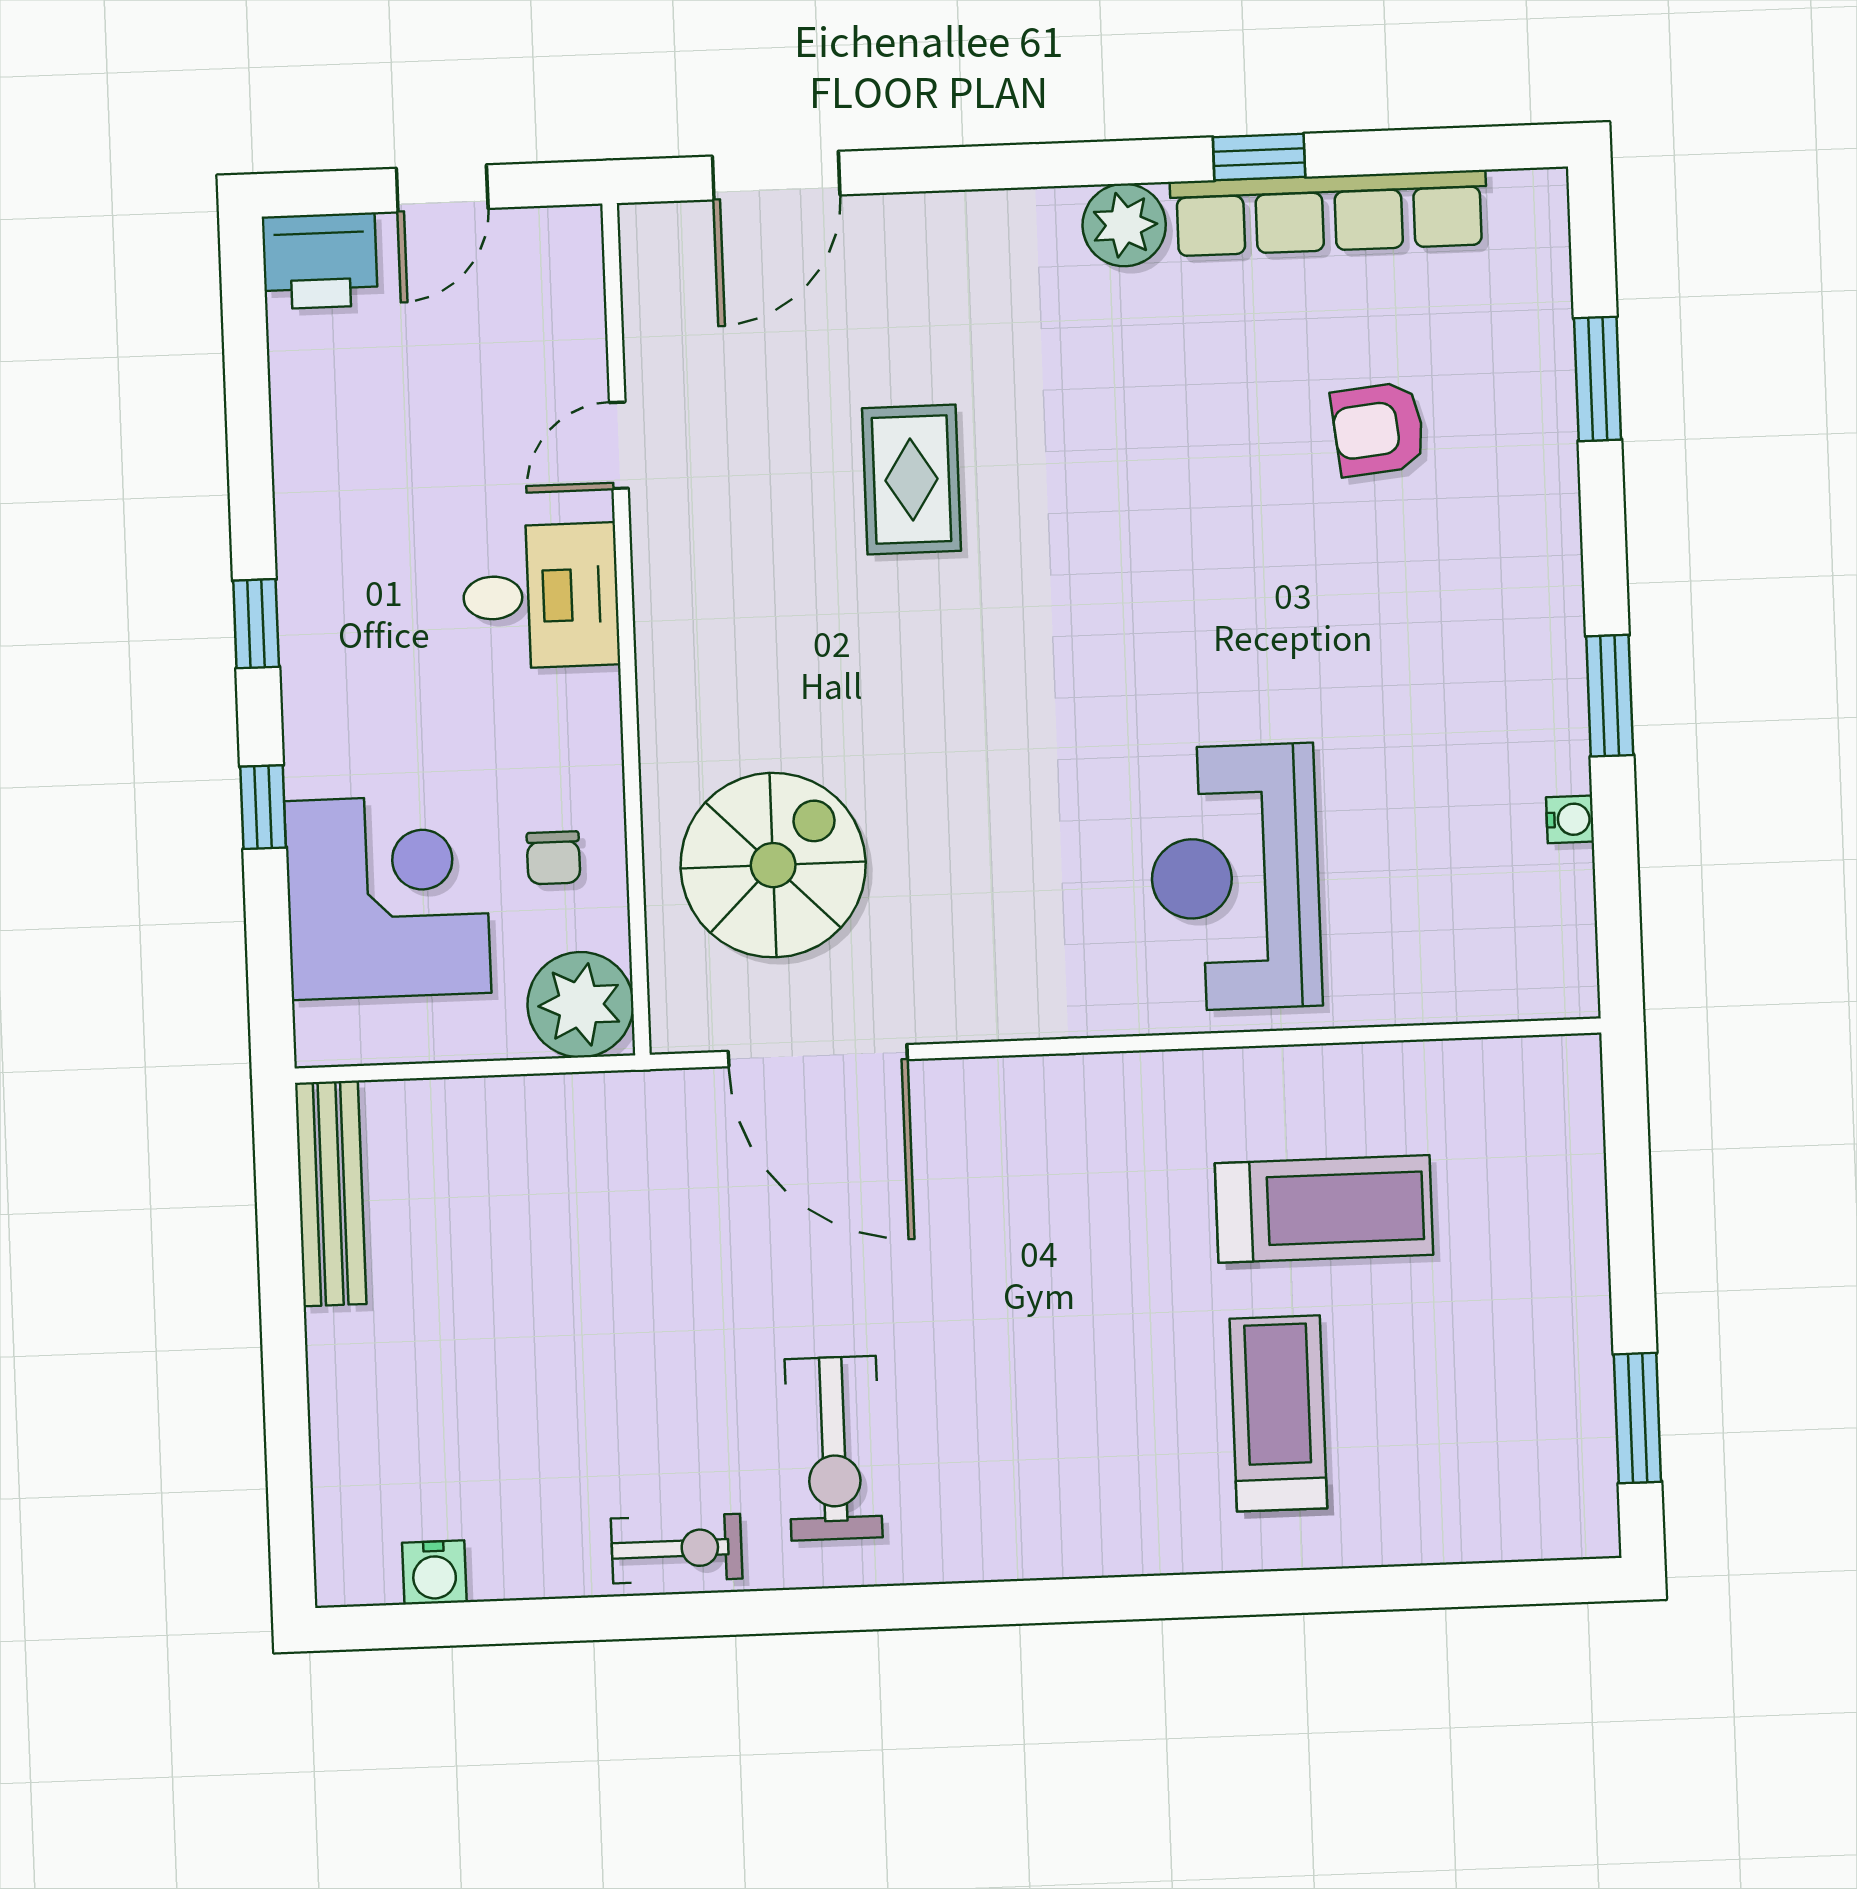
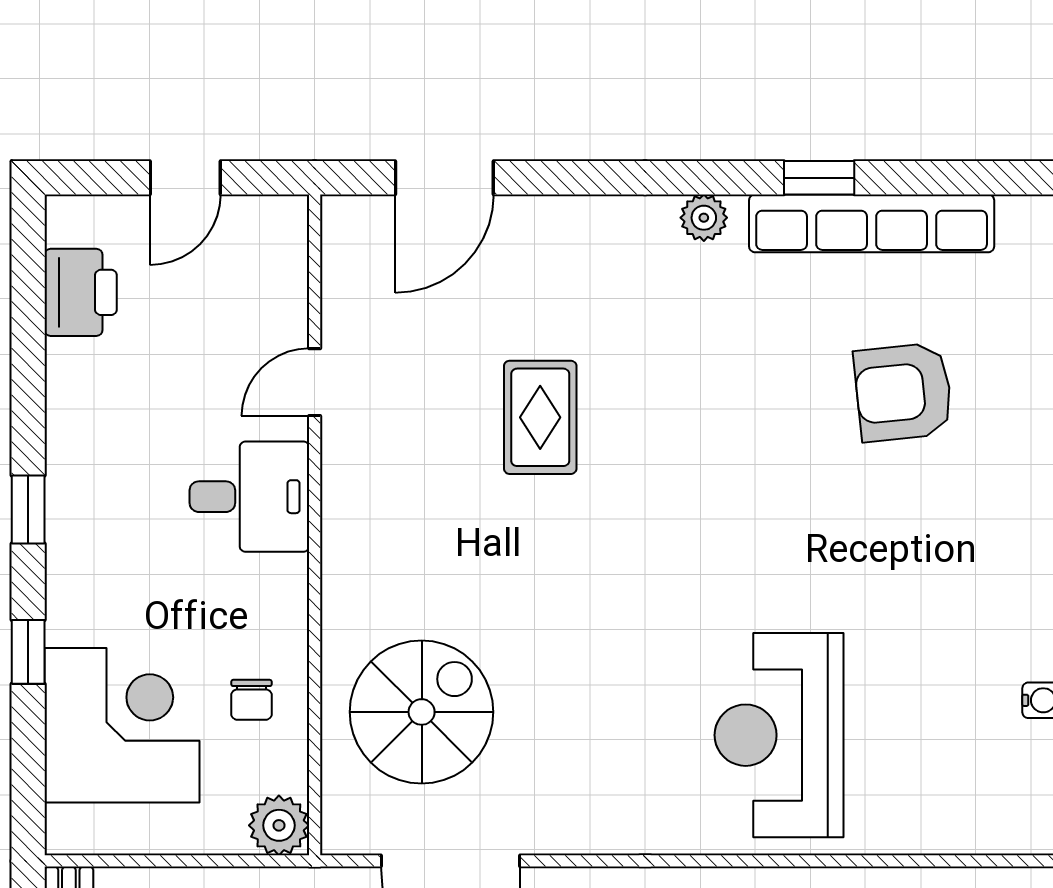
plant: (1124, 225) -> (704, 218), width x0.73, depth x0.73
printer: (320, 261) -> (81, 292), moved, turned -90
armchair: (1378, 429) -> (903, 392), width x1.38, depth x1.38
plant: (580, 1005) -> (279, 825), width x0.73, depth x0.73

